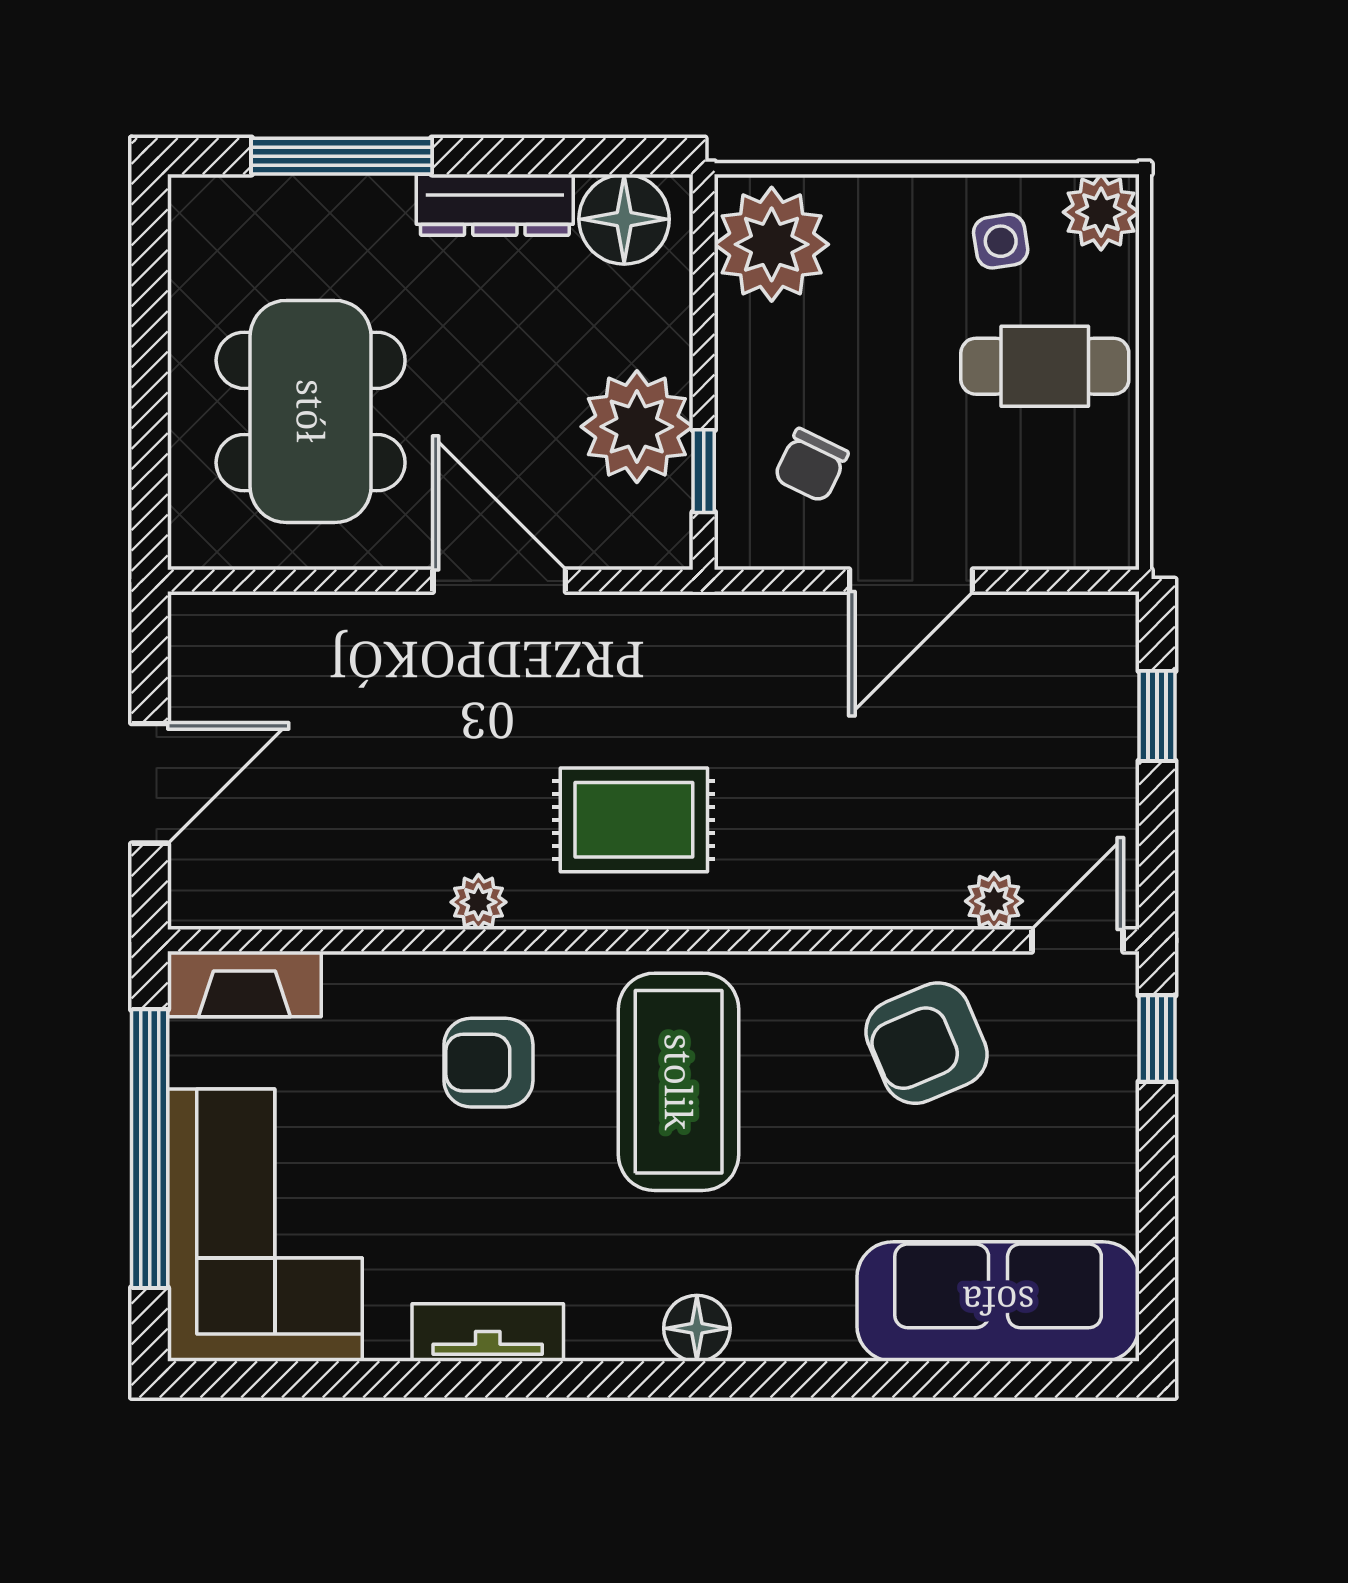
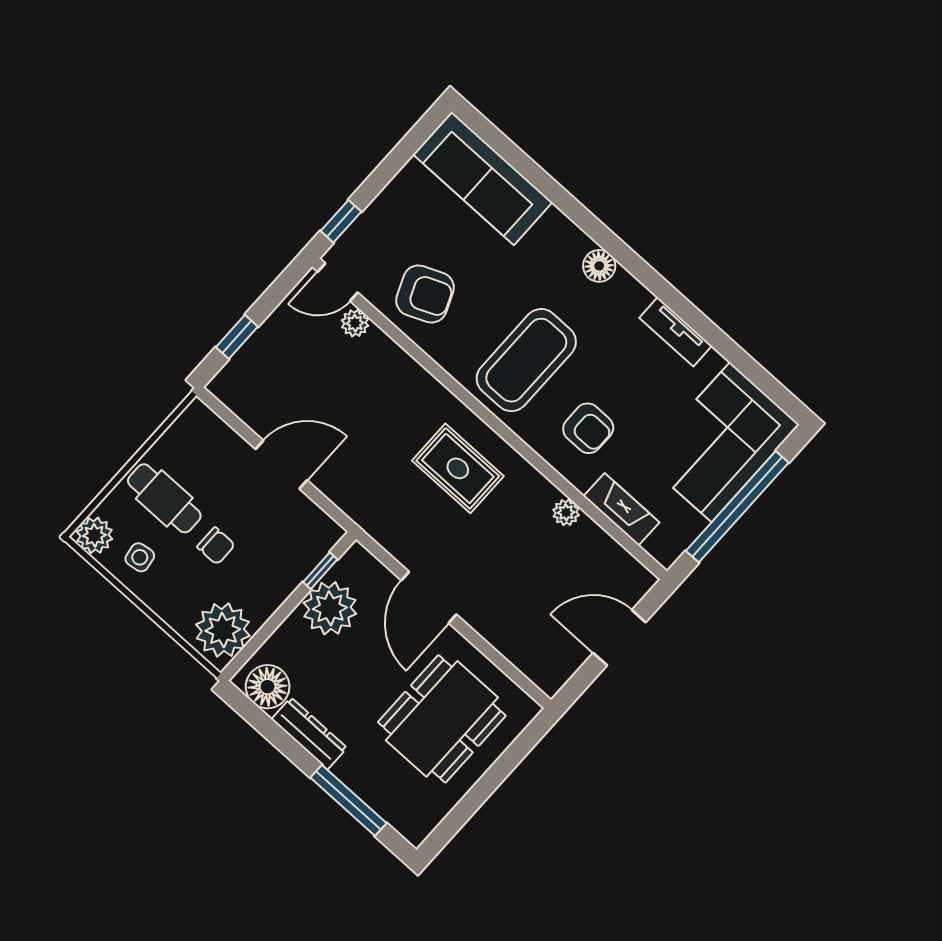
chair: (811, 465) -> (216, 546), moved, turned 64
plant: (478, 902) -> (566, 512), moved
fireplace: (244, 984) -> (621, 509), moved

